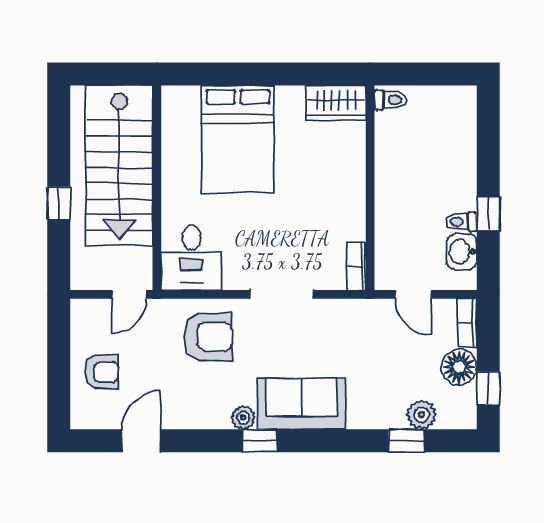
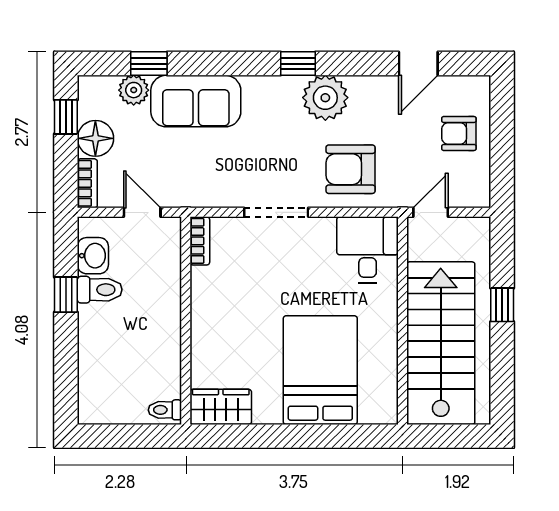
toilet: (461, 222) -> (100, 290), width x1.37, depth x1.39
sofa: (302, 404) -> (196, 101), moved
plant: (243, 418) -> (325, 98), width x1.87, depth x1.87

